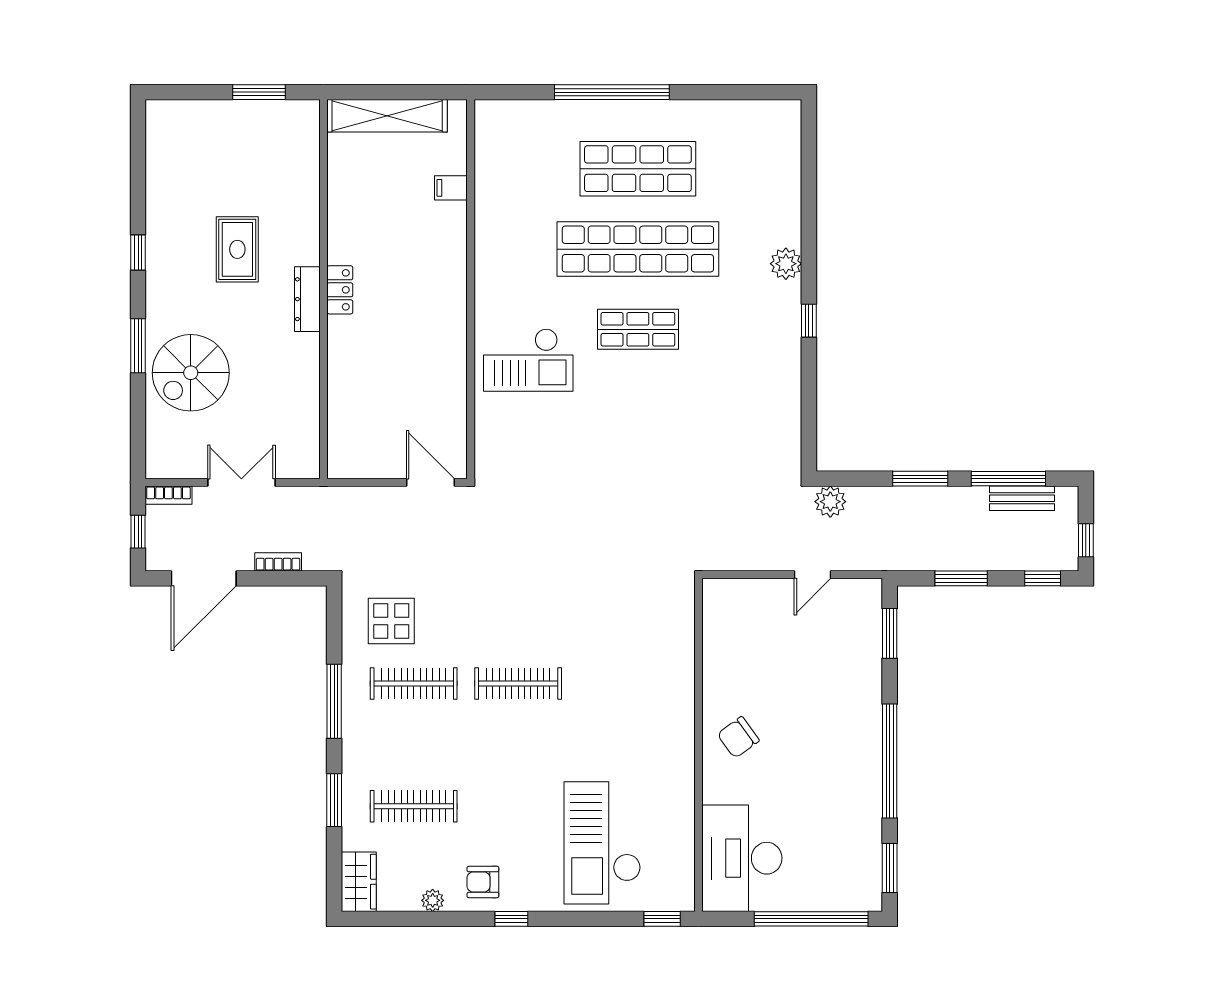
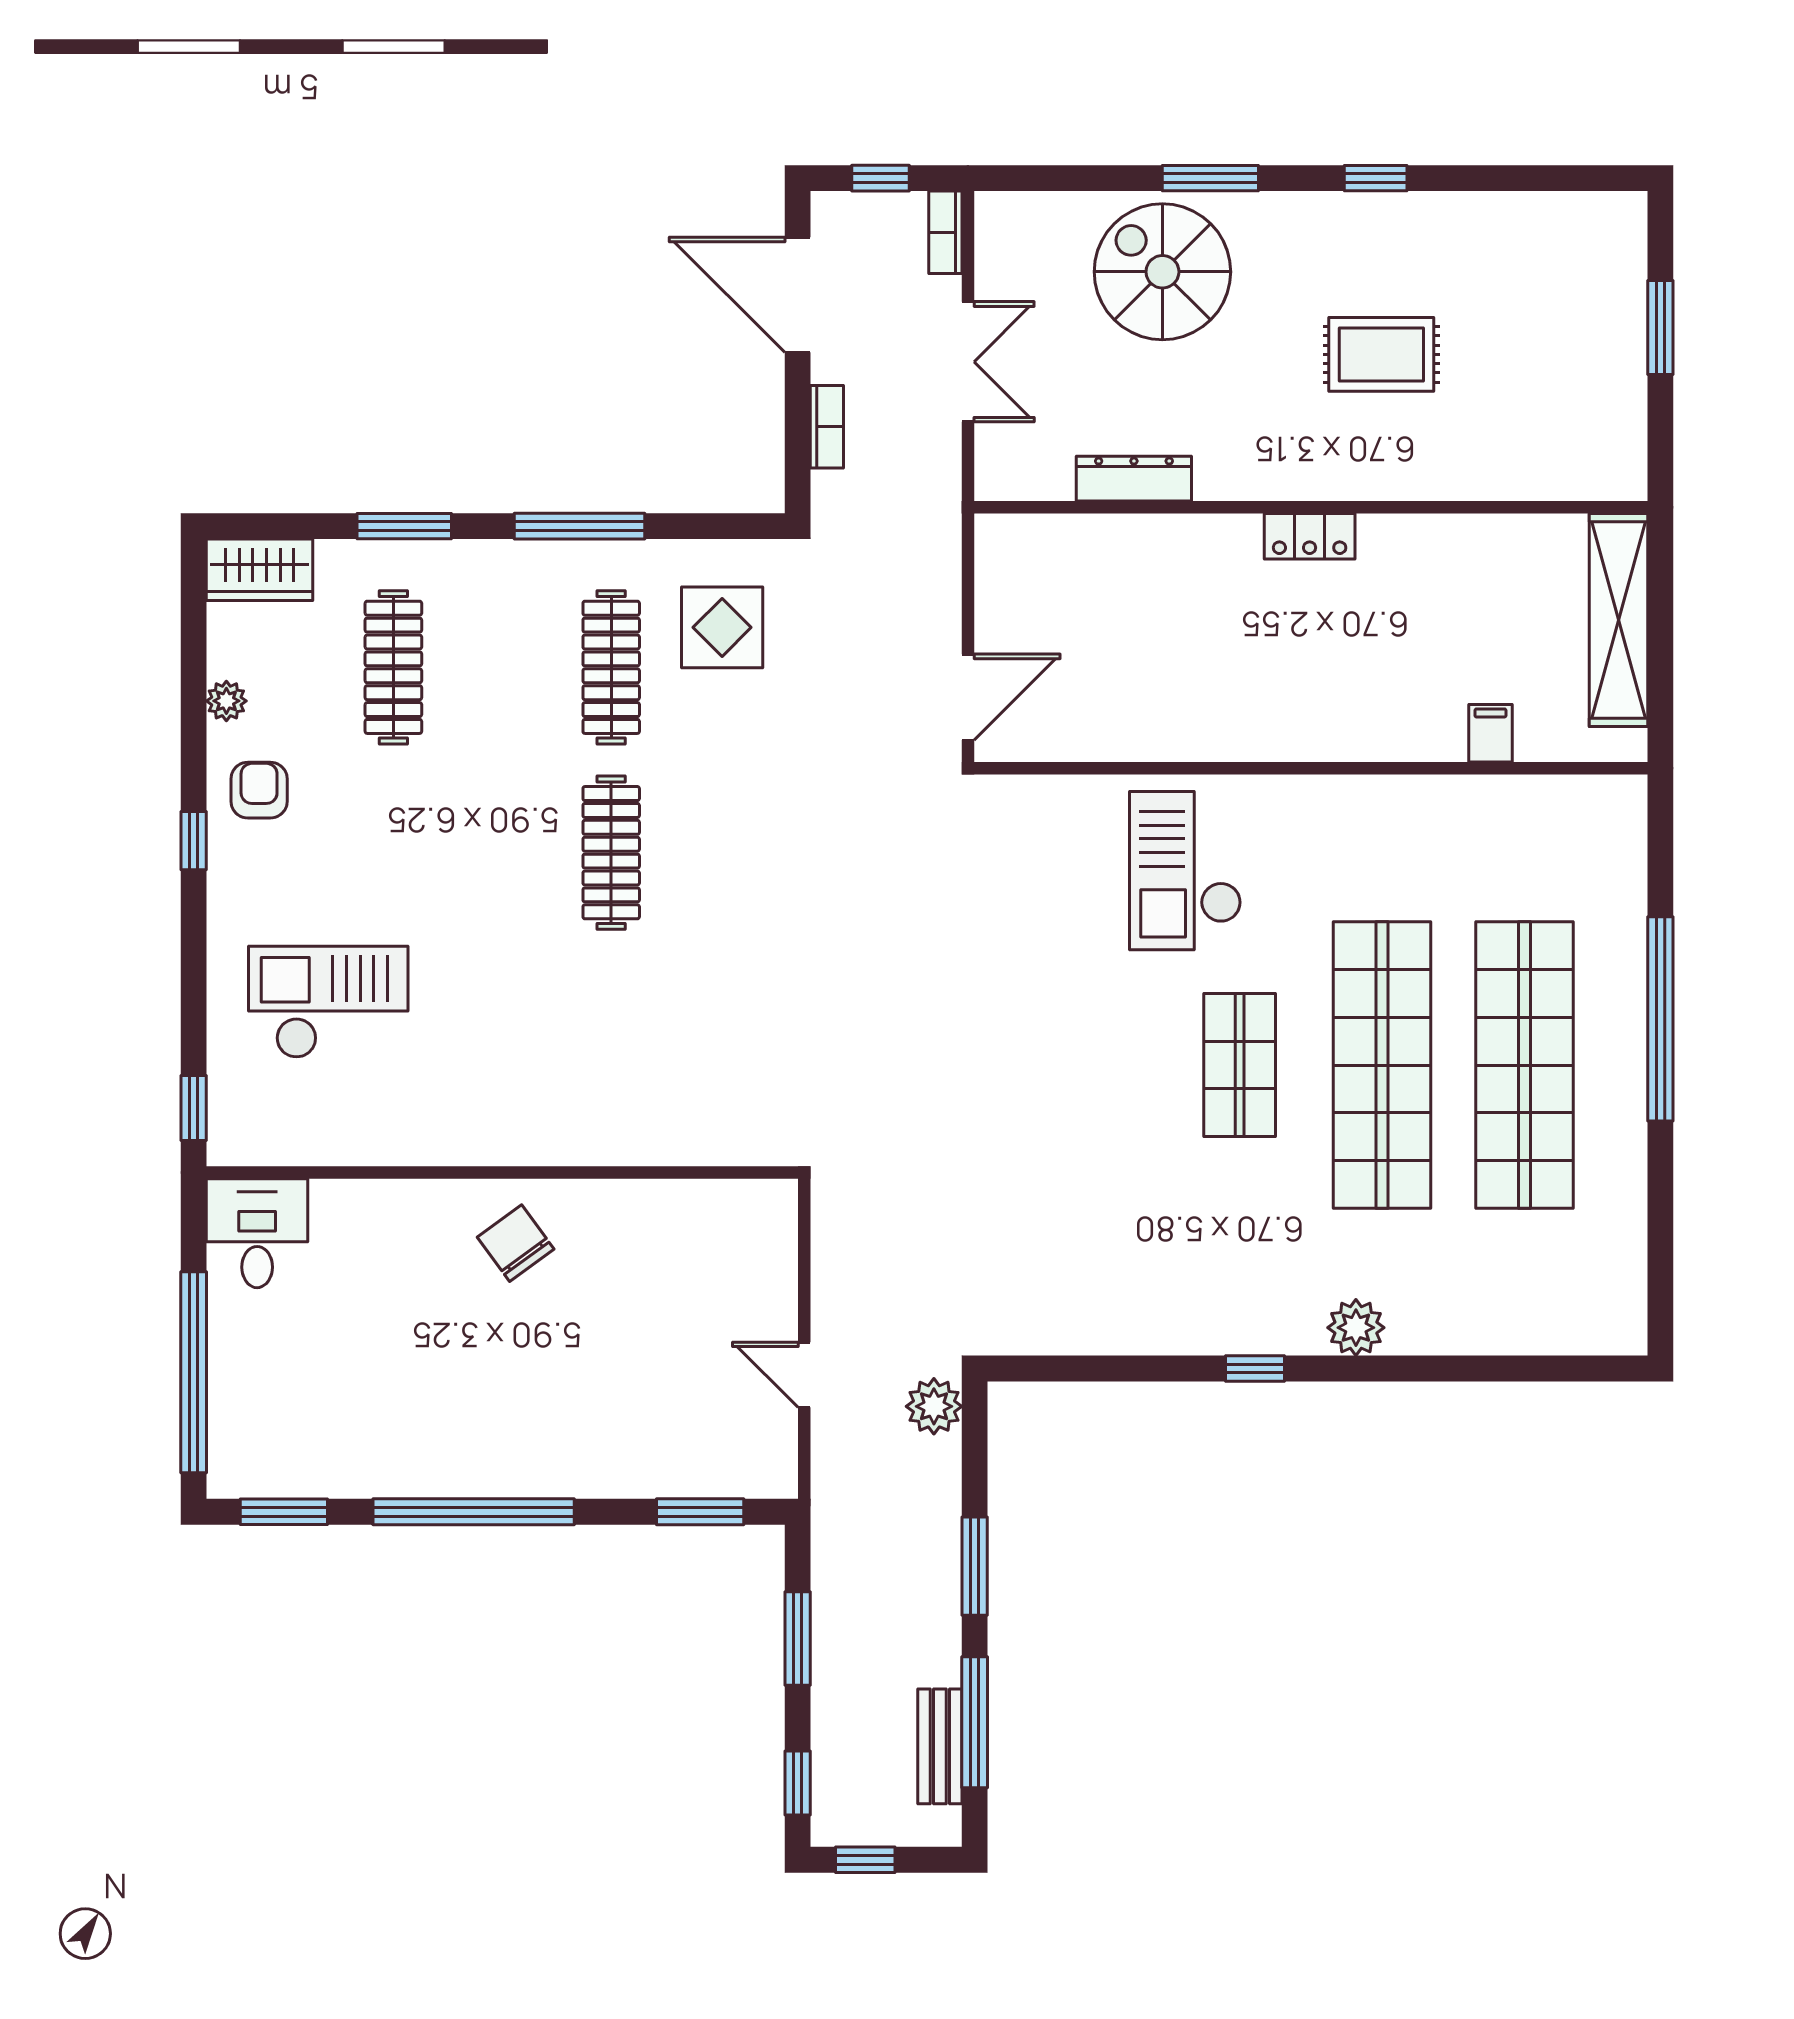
window: (259, 92) -> (1660, 328), moved
shop shelf: (638, 169) -> (1524, 1065), width x1.40
dresser: (307, 299) -> (1134, 479), moved
checkout: (602, 843) -> (328, 1002), width x0.73, depth x0.83
desk: (742, 858) -> (257, 1233), width x0.53, depth x0.77

